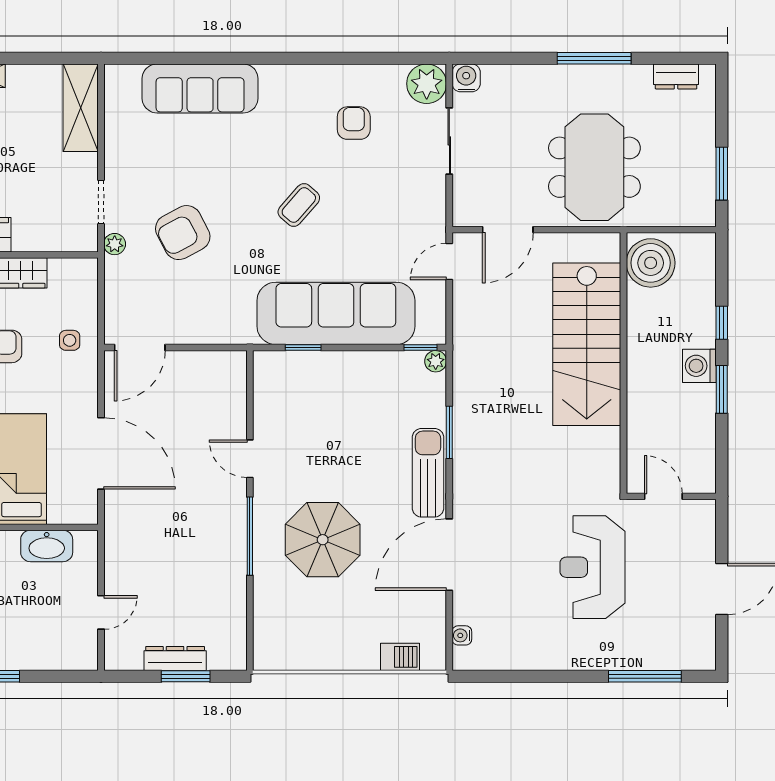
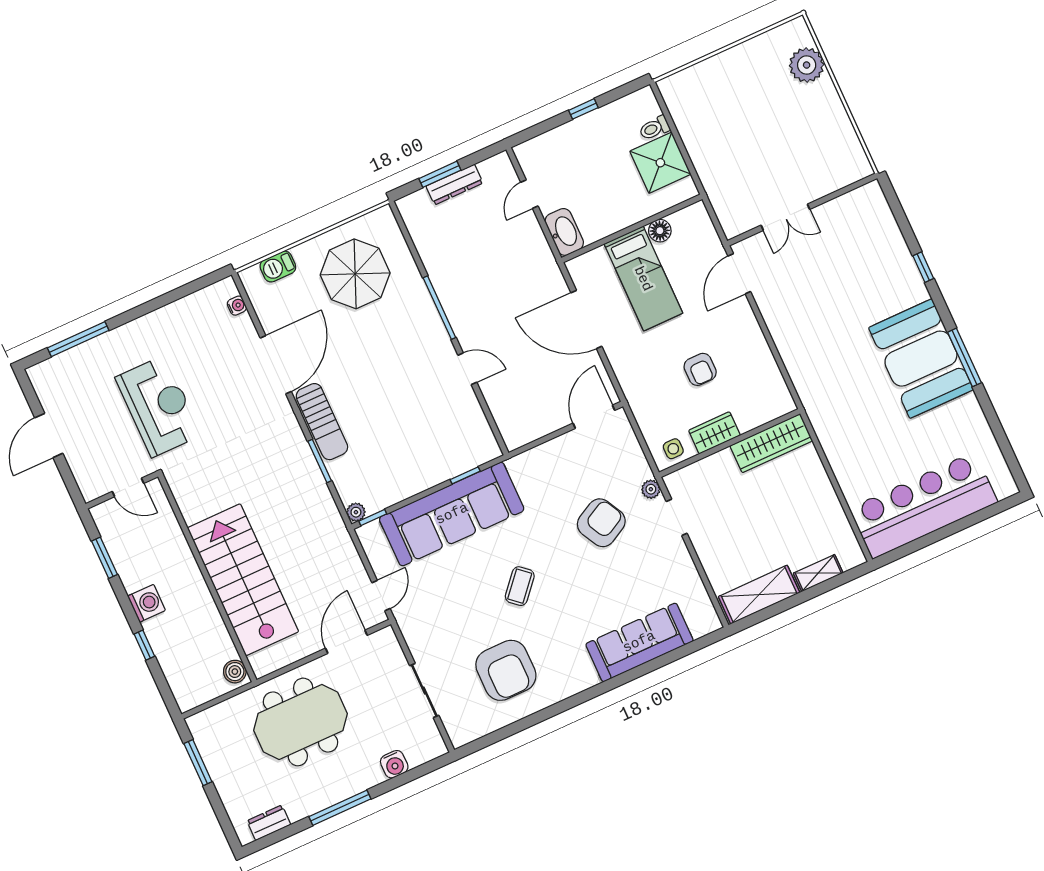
water cooler: (466, 78) -> (394, 764), moved
plant: (427, 84) -> (463, 728), removed
shelving: (81, 108) -> (759, 595), moved, turned 90
armchair: (354, 123) -> (506, 670), width x1.88, depth x1.88
meeting table: (594, 167) -> (300, 722), turned 90
boiler: (651, 263) -> (235, 672), width x0.54, depth x0.54
side table: (70, 340) -> (673, 449), moved
window: (722, 389) -> (105, 558), moved
parasol: (323, 540) -> (355, 274), moved
washbasin: (47, 546) -> (564, 232), moved, turned 90

